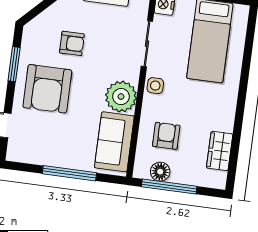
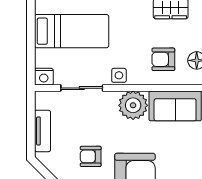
armchair: (72, 43) -> (91, 156), turned -90

